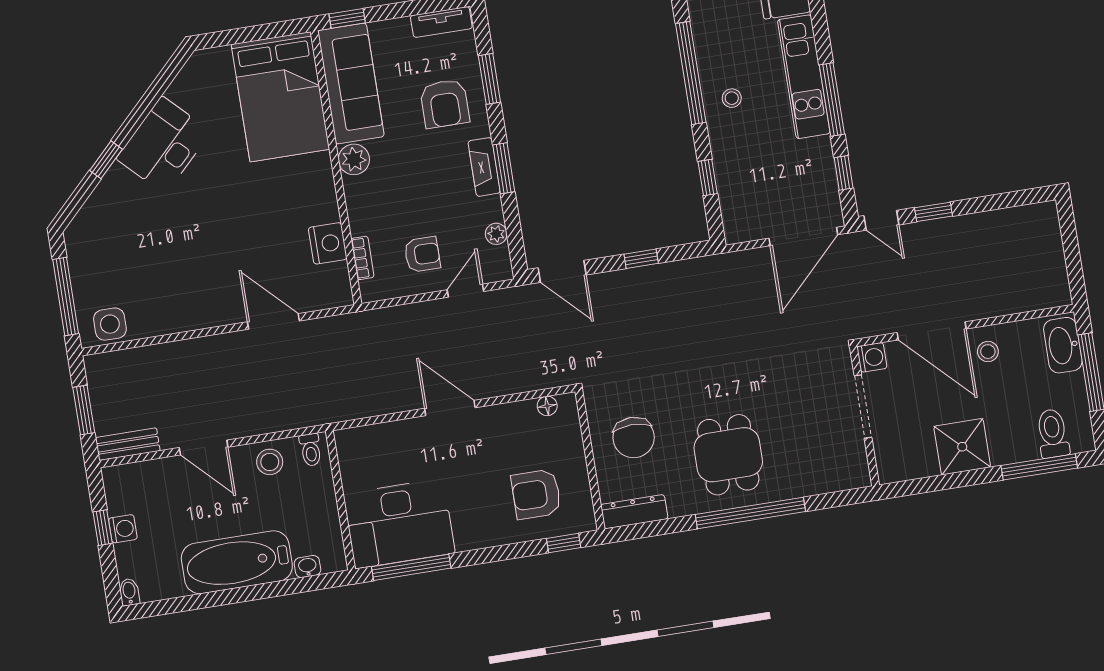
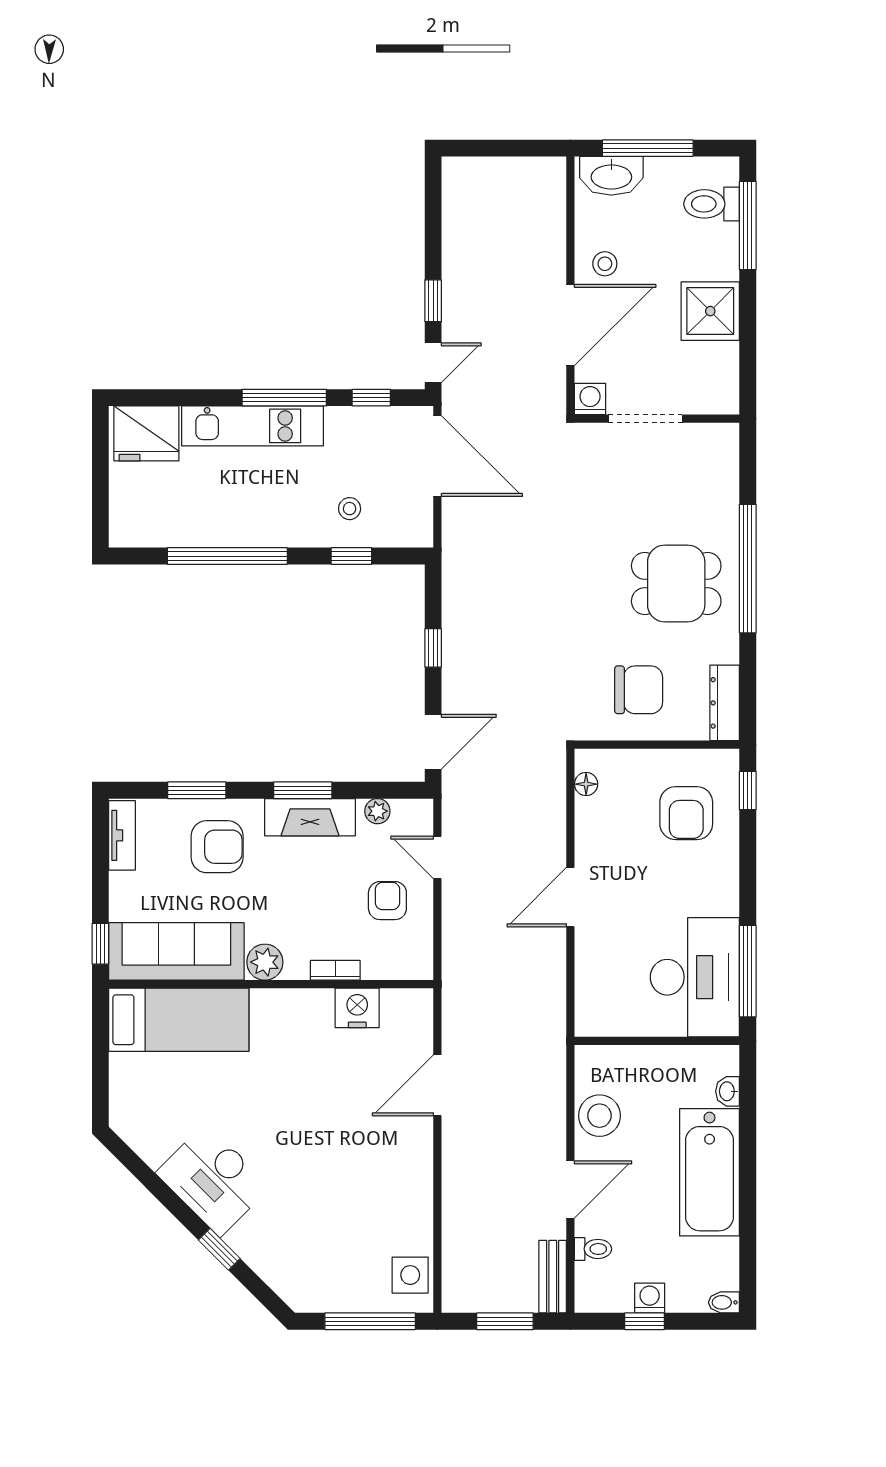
bed: (280, 97) -> (179, 1020), width x0.67
stool: (732, 98) -> (350, 509), moved
fireplace: (484, 167) -> (310, 817), width x1.37, depth x1.32
bookcase: (363, 258) -> (335, 970), moved
toilet: (311, 450) -> (593, 1249), moved
stool: (270, 462) -> (599, 1116), width x1.38, depth x1.38

